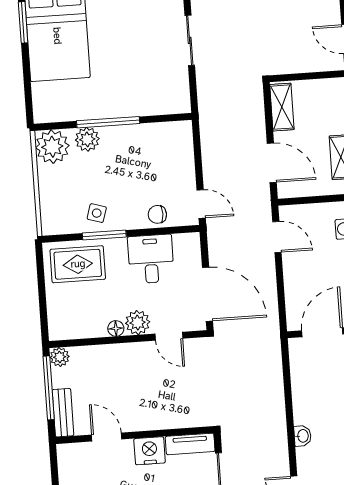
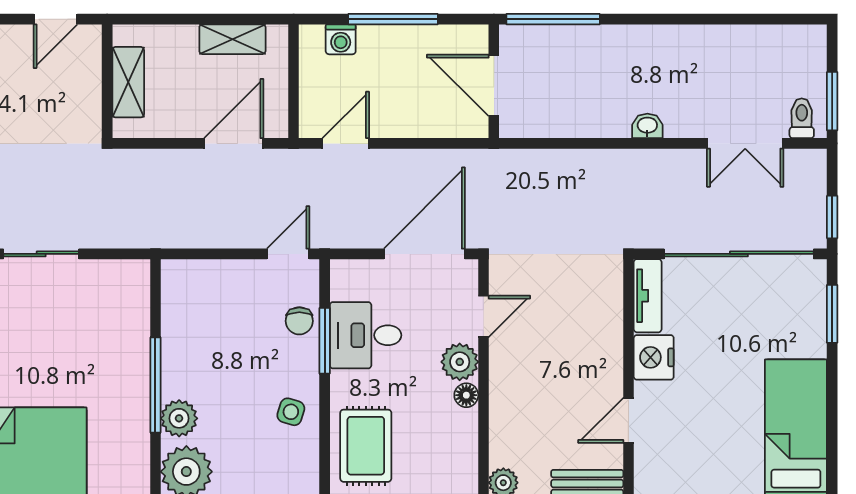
shelving: (282, 107) -> (128, 82), moved, turned 90
window: (104, 235) -> (325, 341), moved

